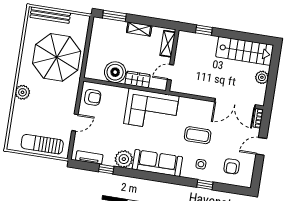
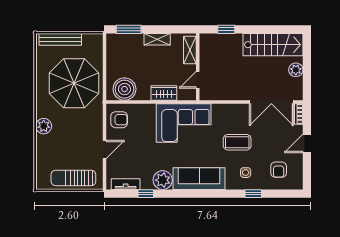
boiler: (115, 72) -> (124, 89), moved

